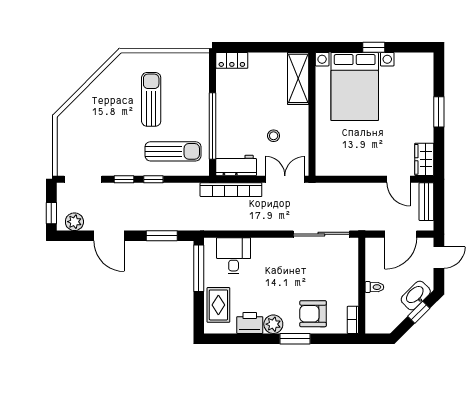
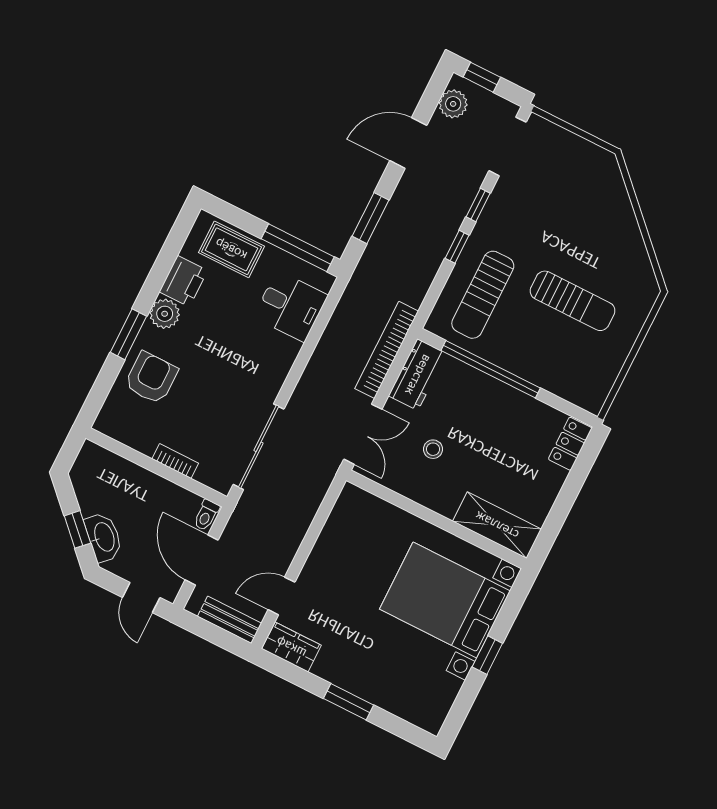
toilet: (374, 287) -> (206, 515), moved
bookcase: (353, 320) -> (175, 461), moved

